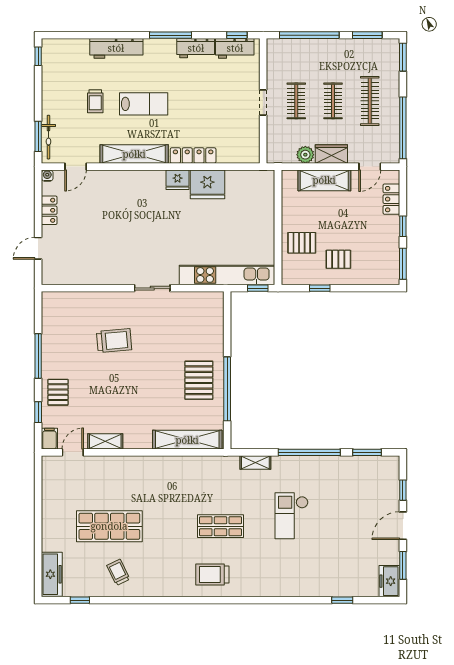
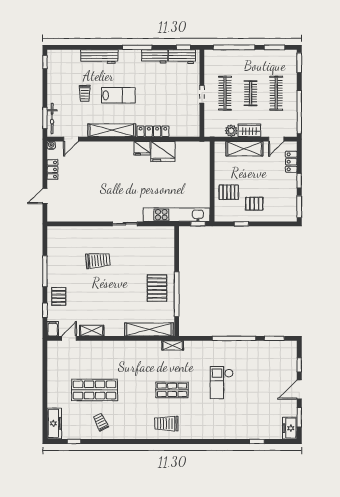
clothes rail: (296, 101) -> (225, 93), width x1.36
shelving: (255, 463) -> (173, 345), moved

